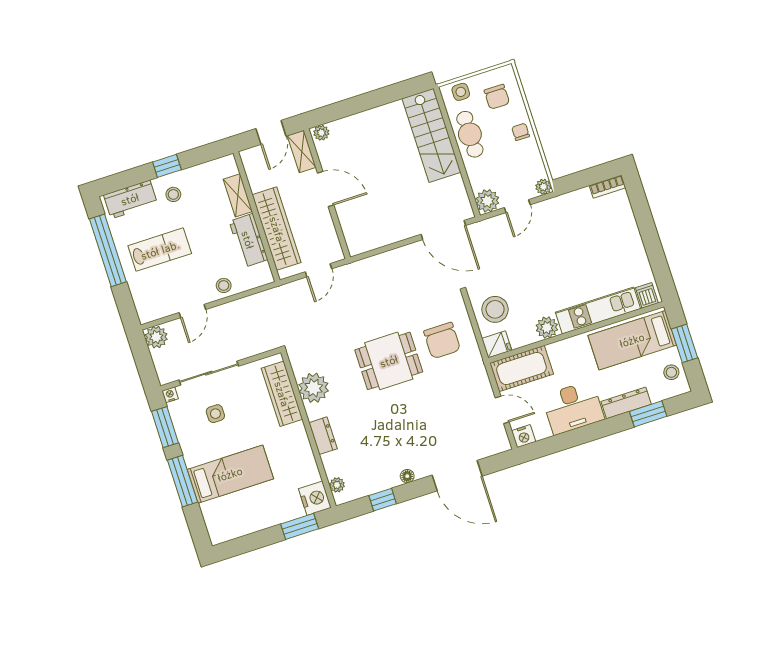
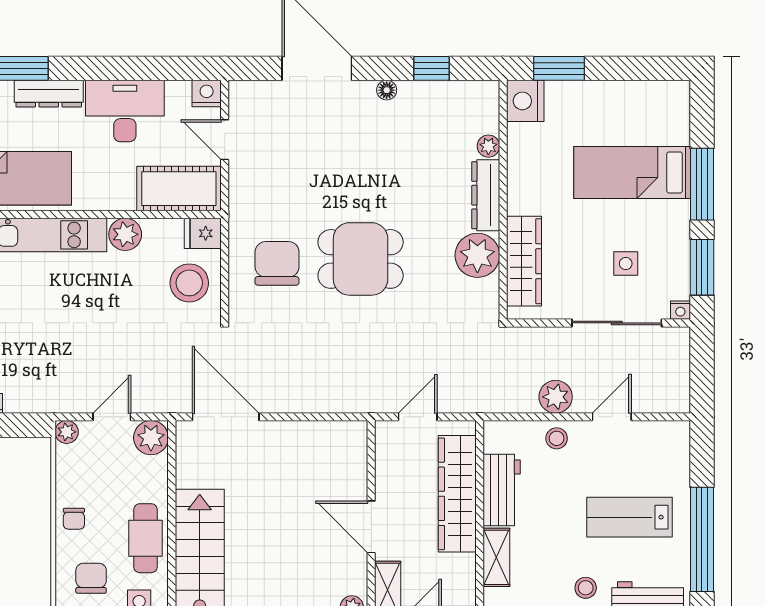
plant: (156, 337) -> (556, 397), moved
dresser: (323, 436) -> (486, 195), width x1.44
plant: (337, 485) -> (488, 146), moved

